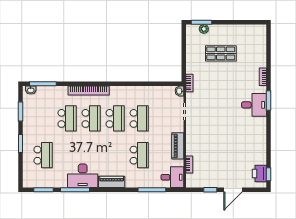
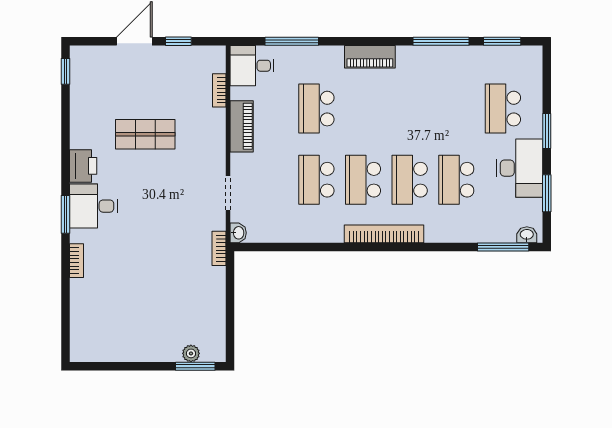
shop shelf: (221, 53) -> (145, 134), moved
bookcase: (89, 91) -> (384, 234), moved
printer: (259, 173) -> (83, 166), moved
desk: (83, 176) -> (520, 168), moved, turned 90

